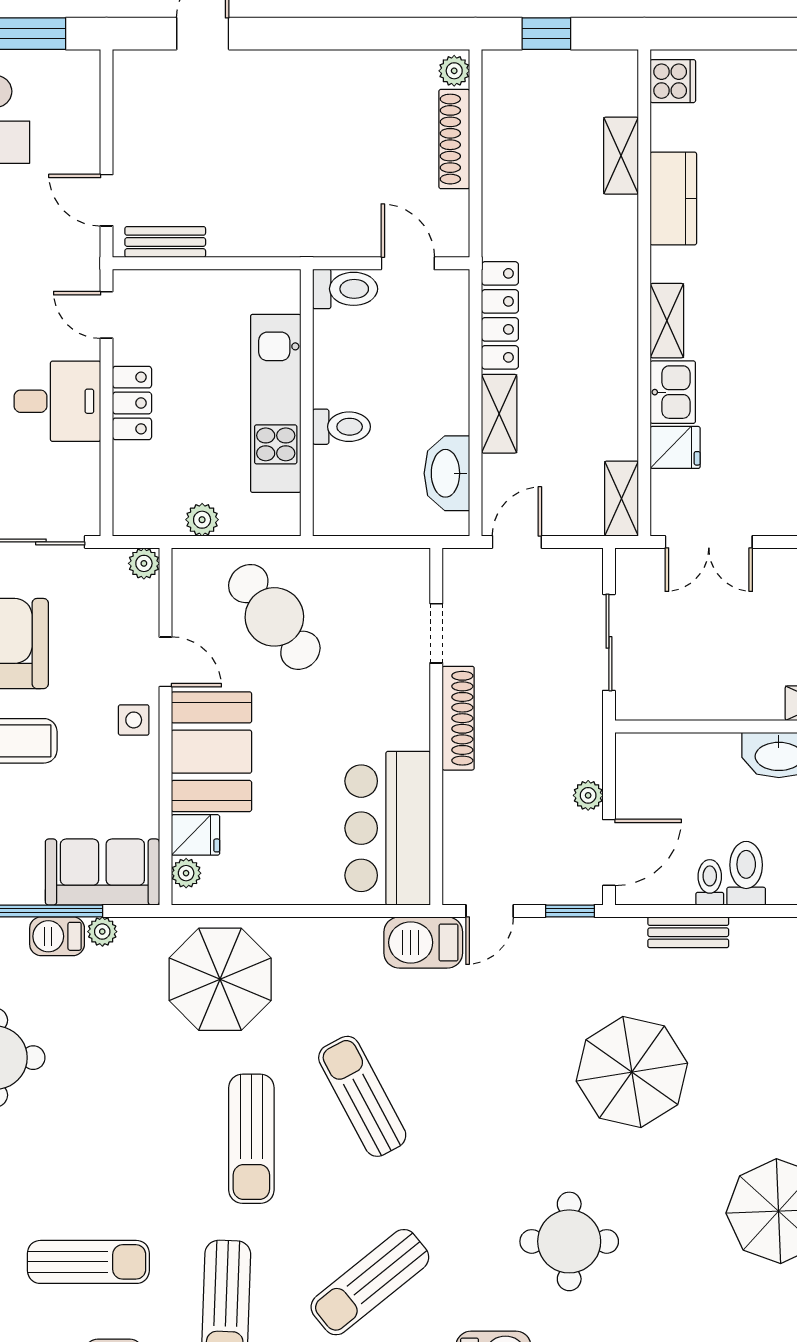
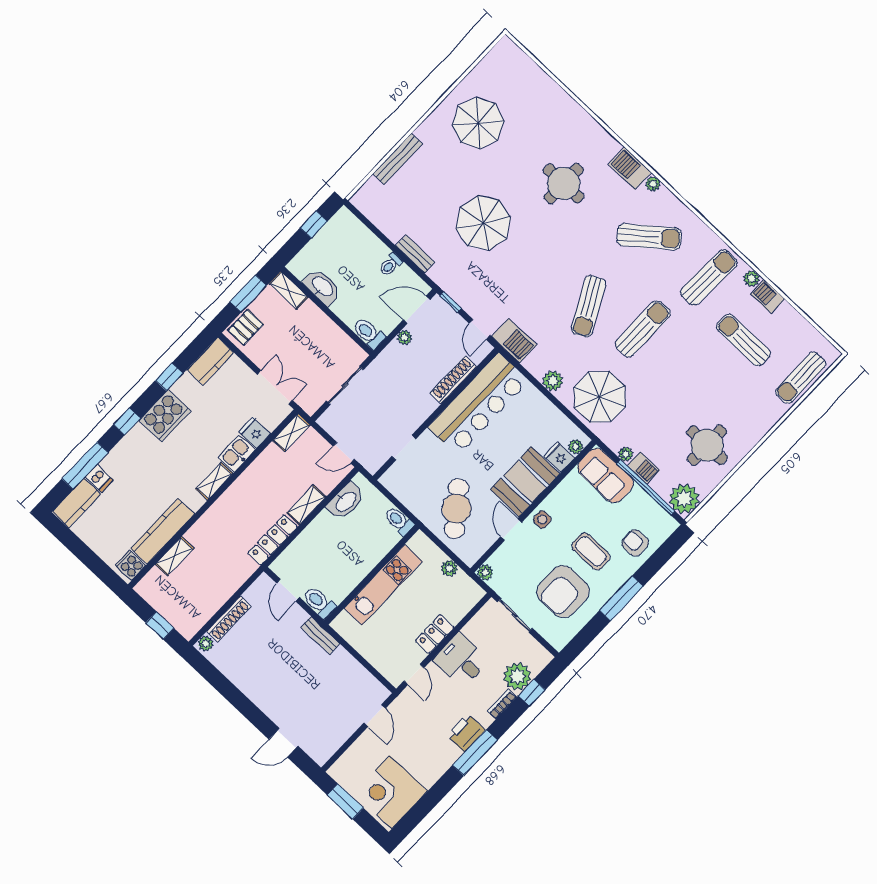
kitchen counter: (673, 199) -> (162, 531), width x1.50
bench: (165, 242) -> (320, 635), moved
toilet: (341, 427) -> (399, 521), moved
shoe rack: (458, 718) -> (453, 380), moved
bar counter: (388, 828) -> (478, 404), width x1.36
toilet: (746, 873) -> (369, 333), moved, turned 90
door: (490, 911) -> (479, 329), swing flipped
plant: (311, 938) -> (553, 381), added

